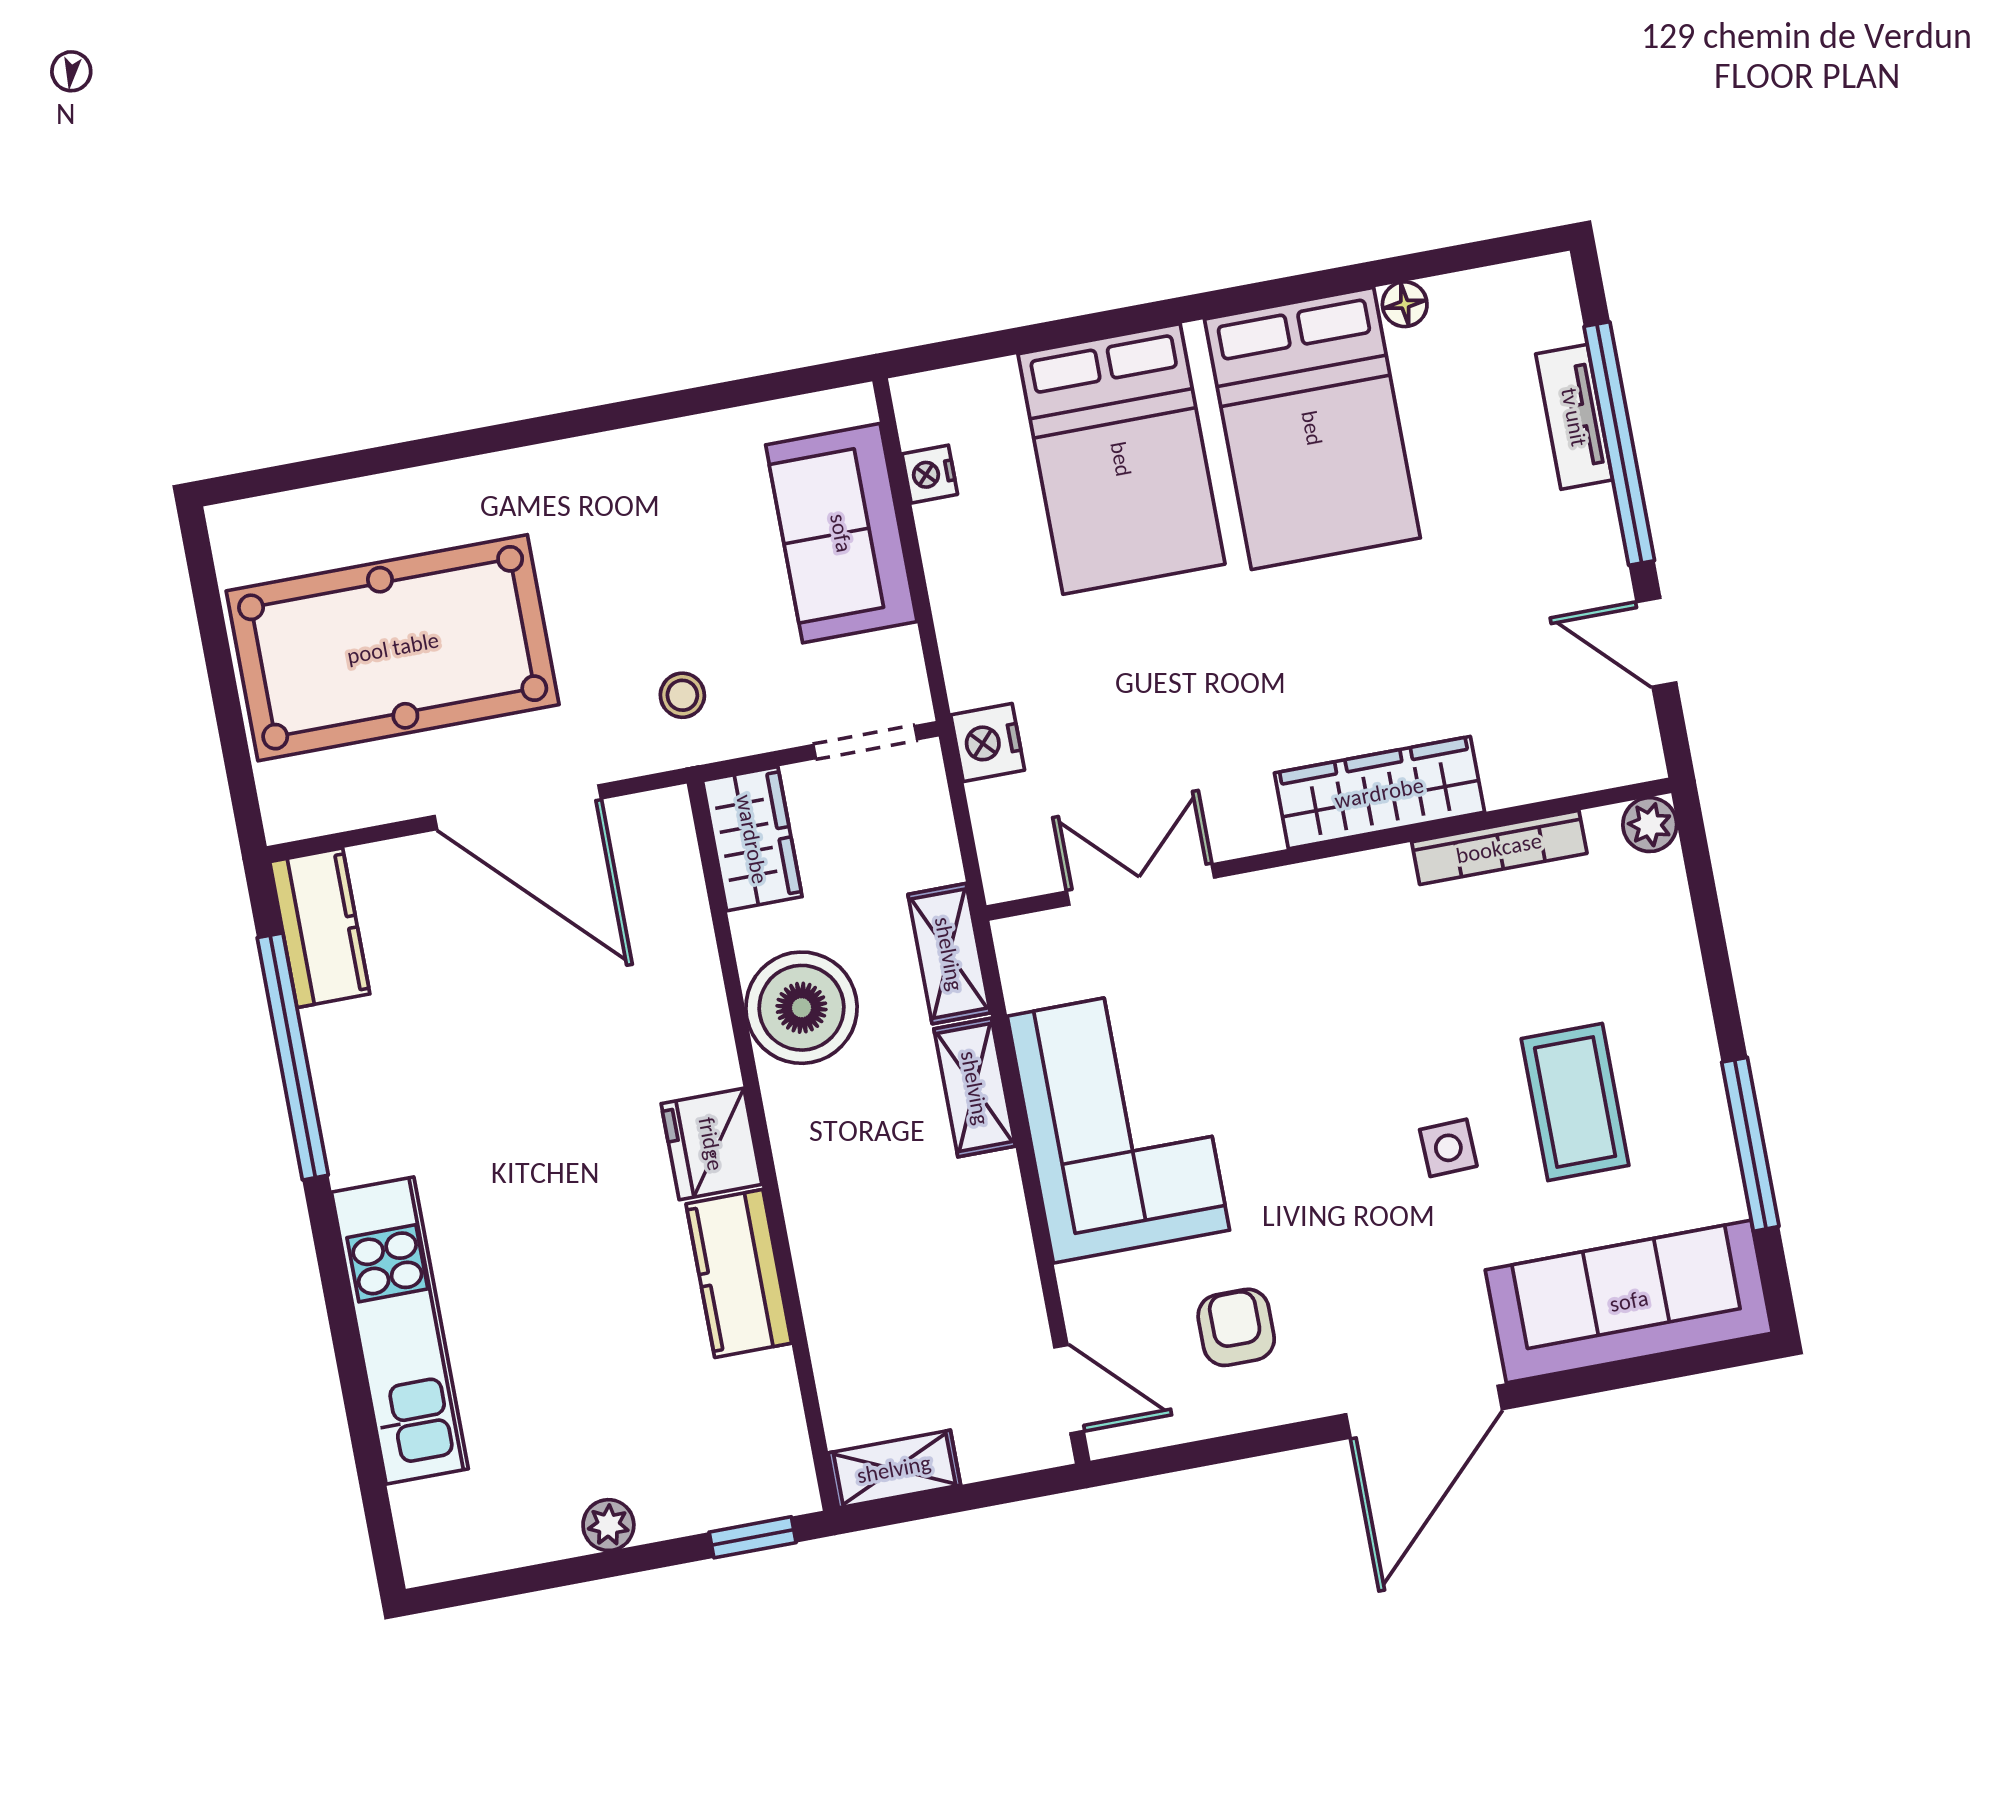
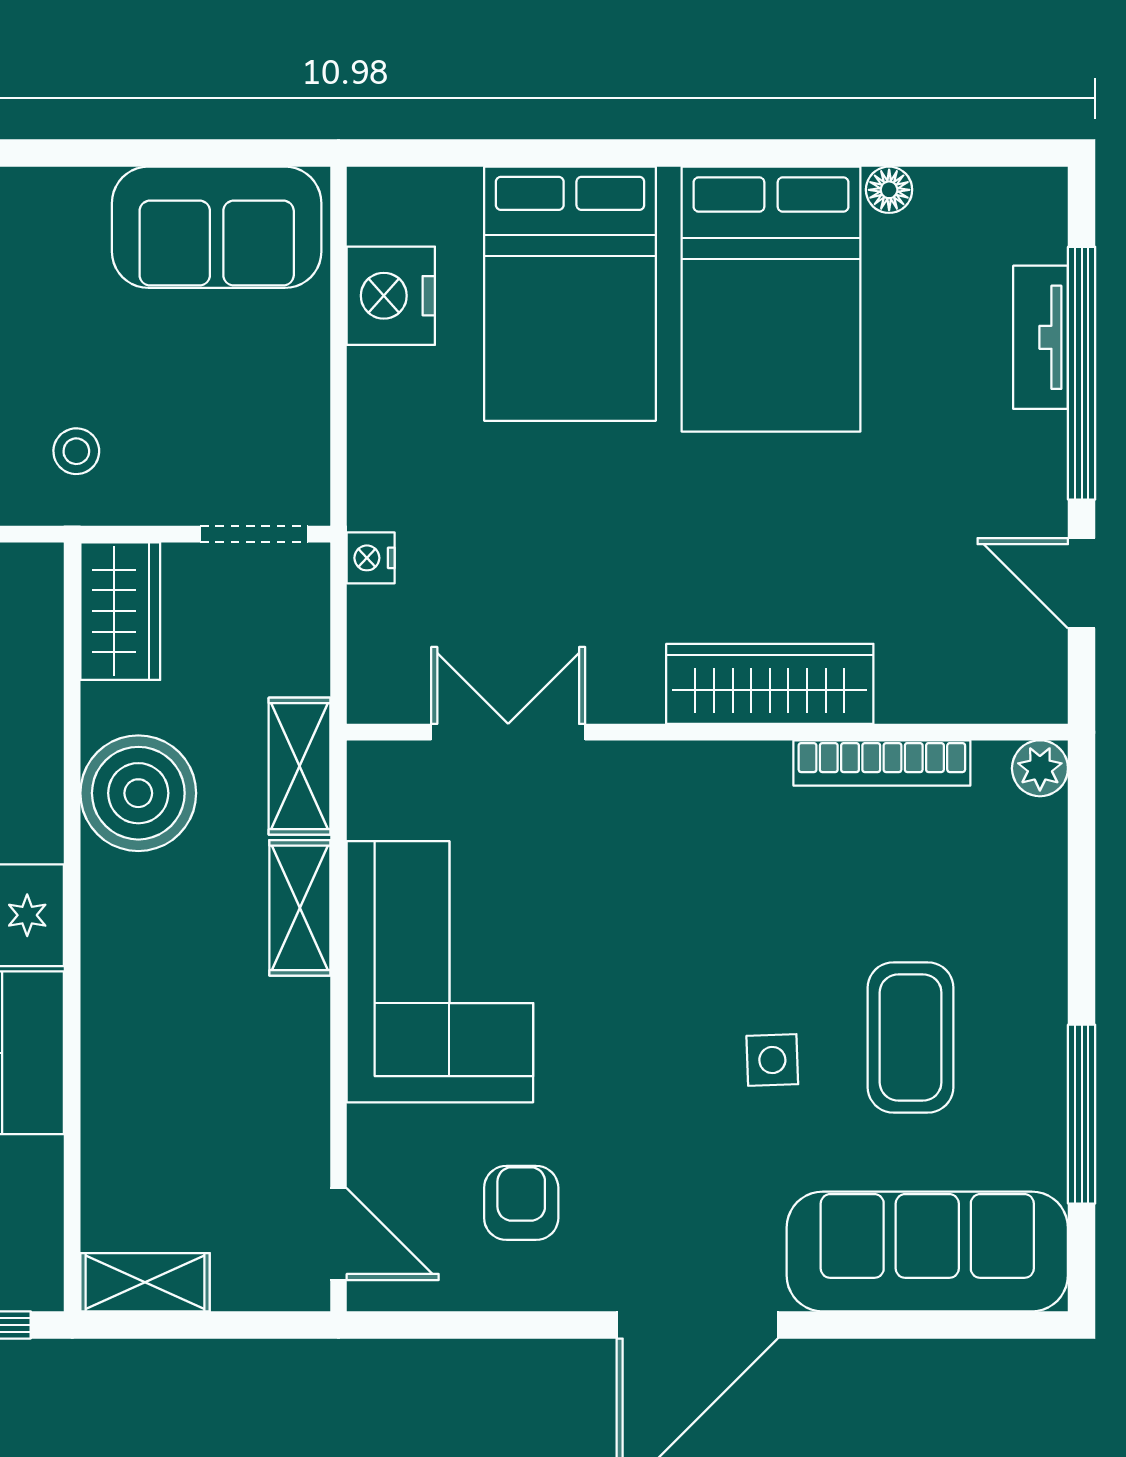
nightstand: (930, 474) -> (391, 296), width x1.89, depth x1.79
sofa: (841, 533) -> (217, 227), moved, turned -90
nightstand: (988, 743) -> (371, 558), width x0.72, depth x0.74

